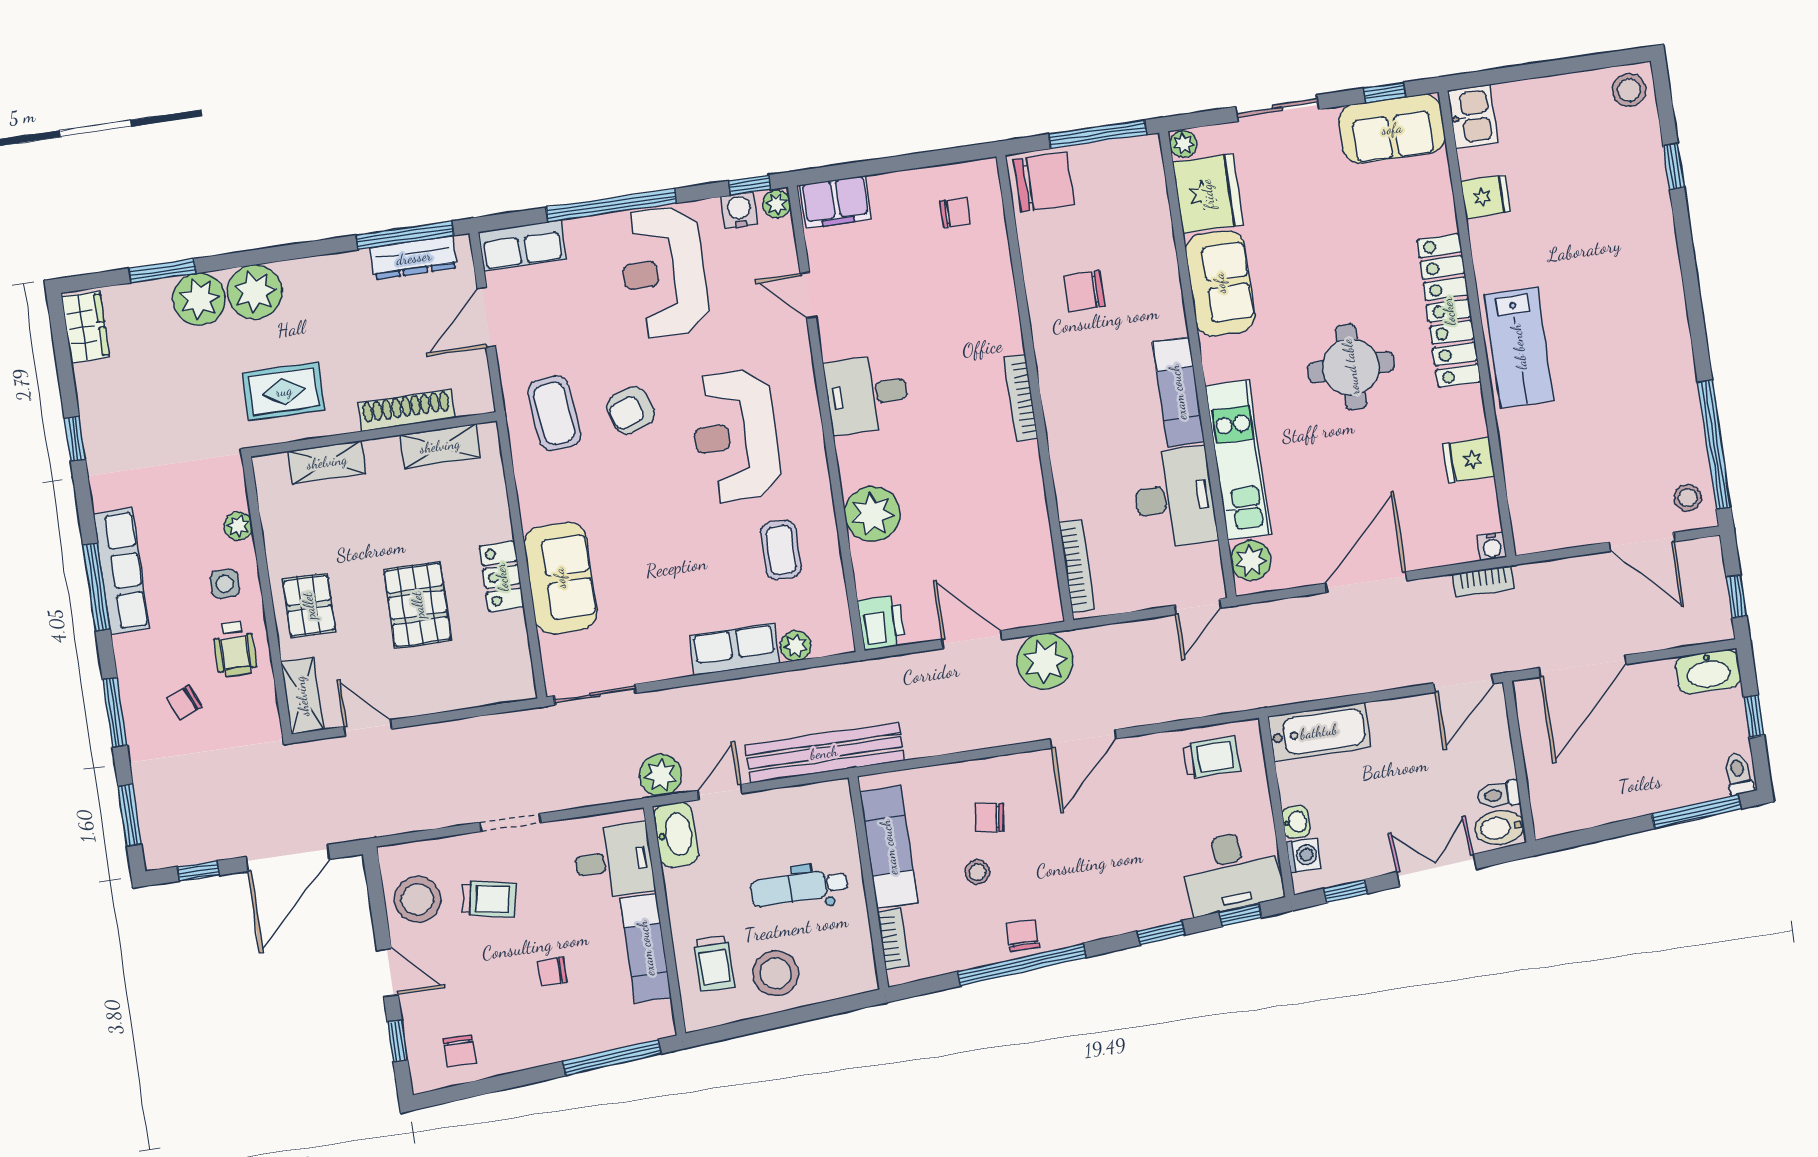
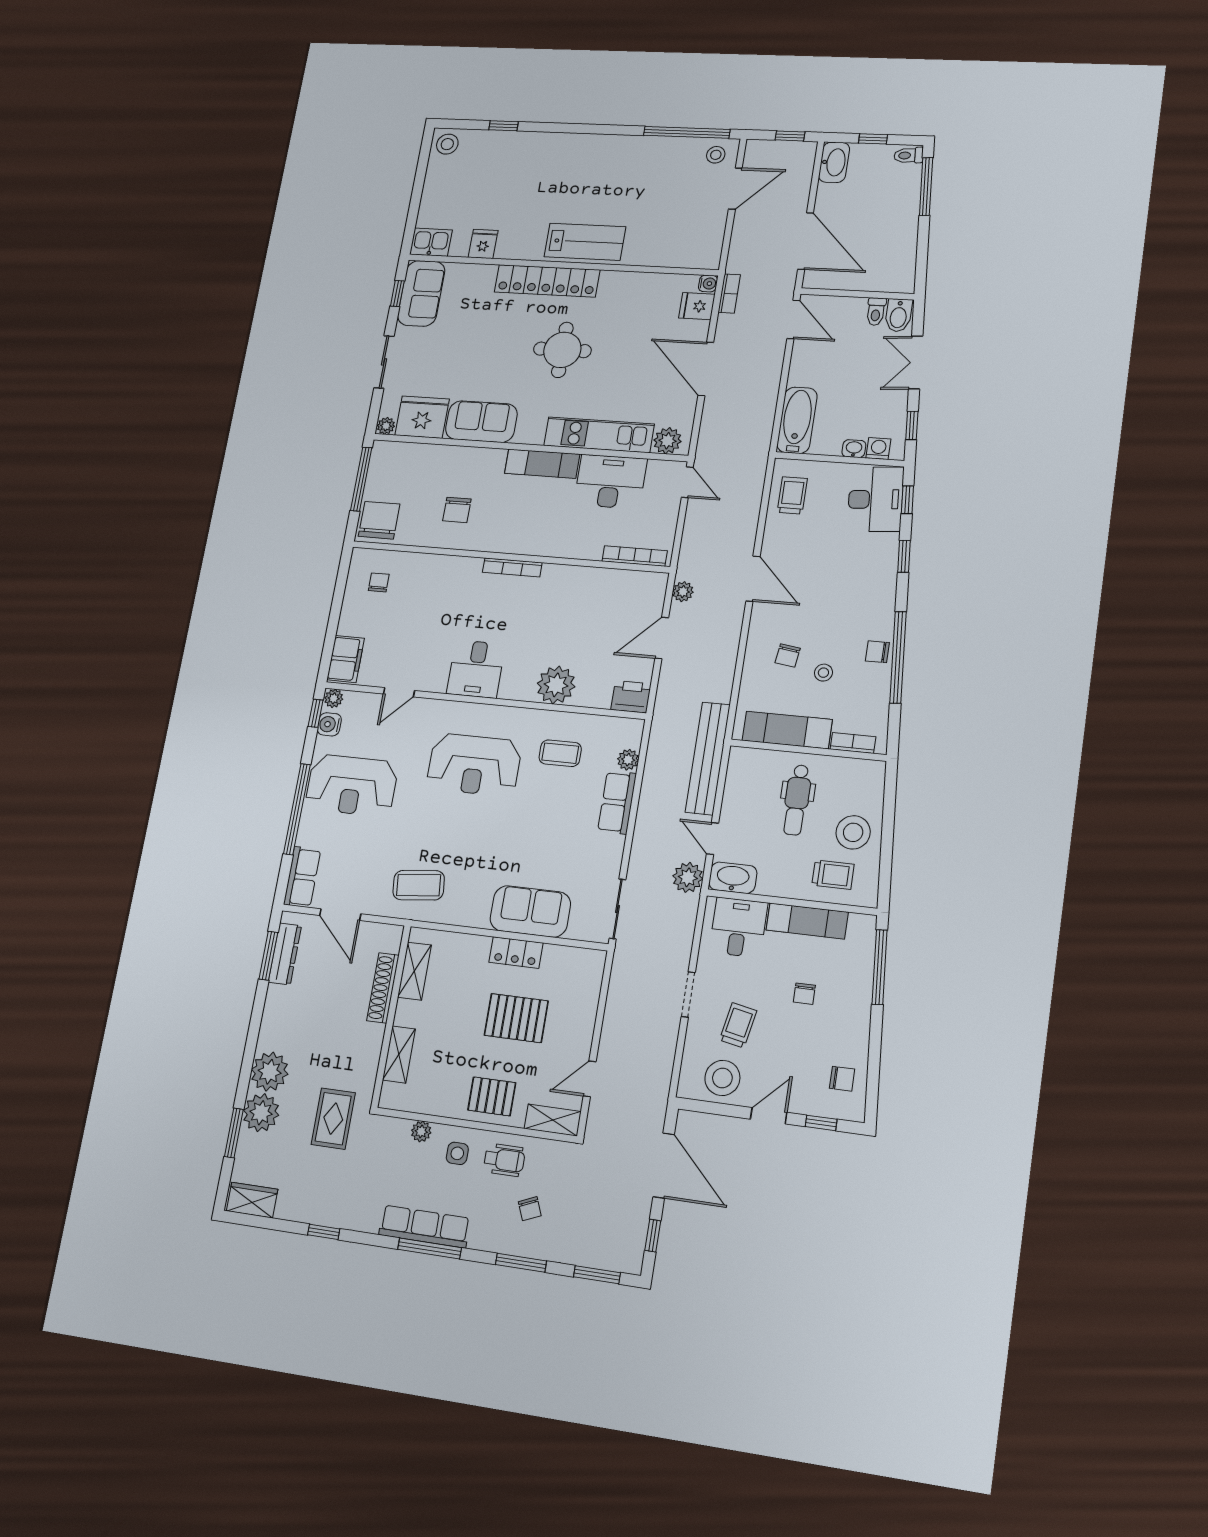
window: (405, 235) -> (268, 956), width x0.69
rug: (284, 391) -> (333, 1119), moved
armchair: (631, 410) -> (434, 832), removed
fridge: (1469, 460) -> (697, 306), moved, turned 90
plant: (1045, 661) -> (683, 592), width x0.53, depth x0.53

